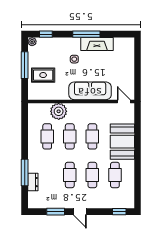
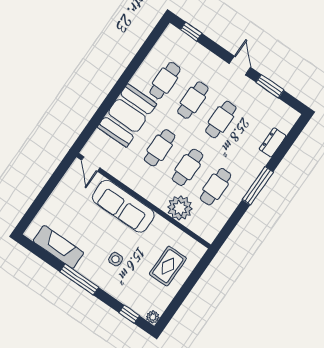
fireplace: (97, 44) -> (58, 247), moved
window: (25, 65) -> (182, 294), removed
rug: (43, 75) -> (168, 266), turned 90
window: (25, 173) -> (258, 186), moved

